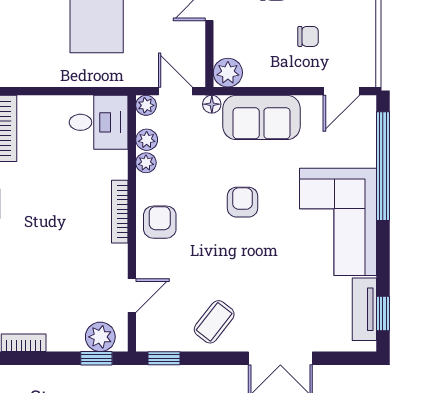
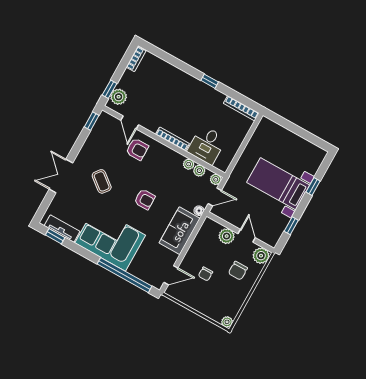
plant: (228, 73) -> (227, 236), moved
door: (341, 91) -> (171, 275), swing flipped
desk: (99, 122) -> (207, 145), moved
armchair: (160, 222) -> (137, 149), moved
coffee table: (214, 322) -> (102, 181), moved

